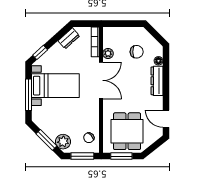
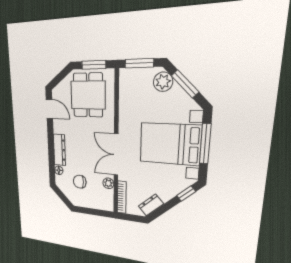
bed with nightstands: (55, 86) -> (170, 144), width x1.36
chair: (89, 138) -> (131, 87), removed

